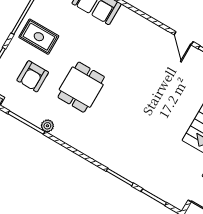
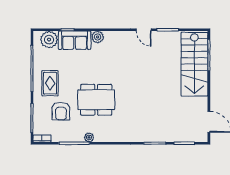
plant: (125, 15) -> (98, 37), added
rug: (39, 37) -> (50, 83), turned 90
dining table: (81, 87) -> (96, 100), width x1.38

